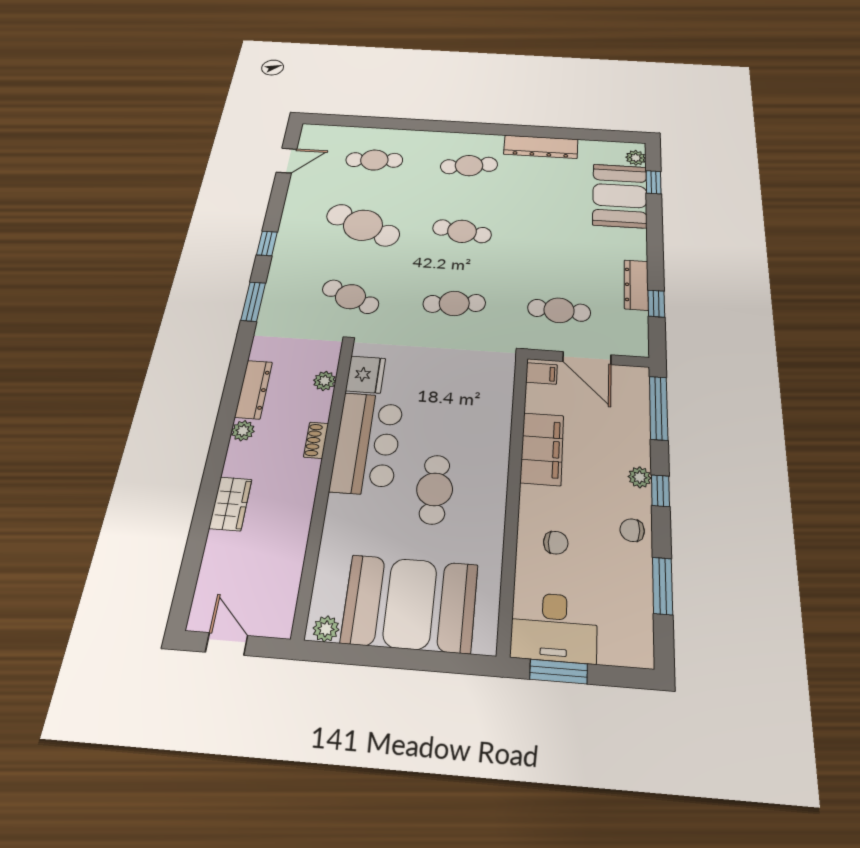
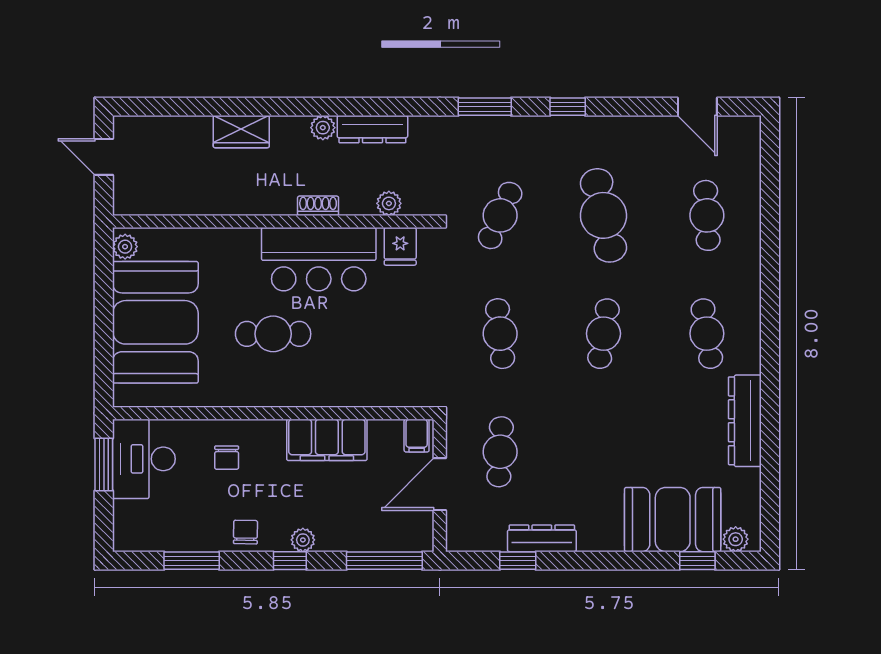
cafe table: (363, 225) -> (603, 215), turned -36
fridge: (366, 375) -> (400, 246), width x0.72
door: (227, 644) -> (104, 157), swing flipped

